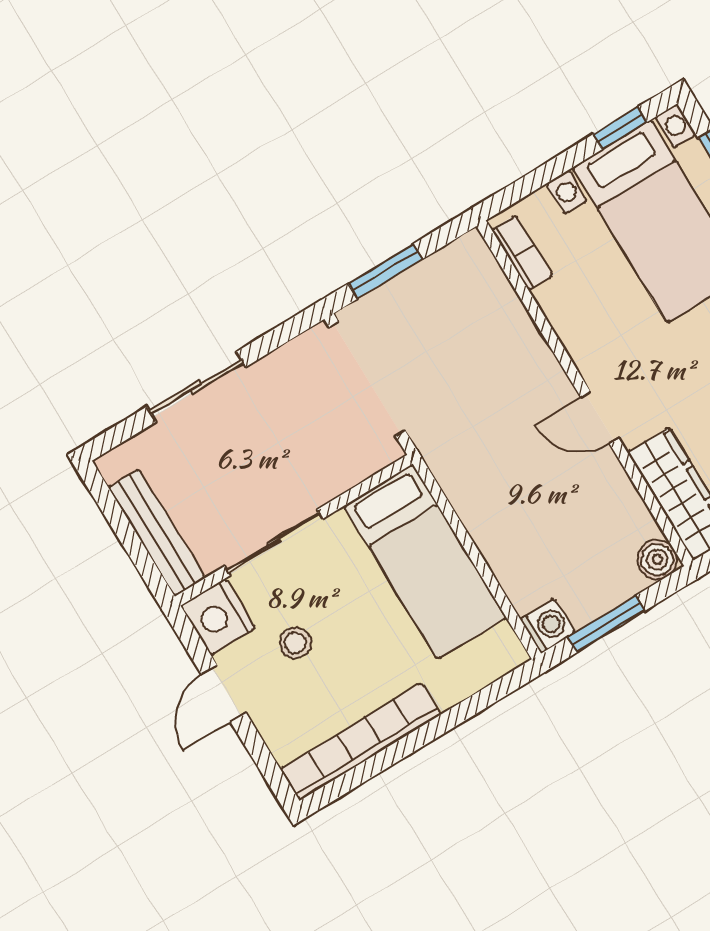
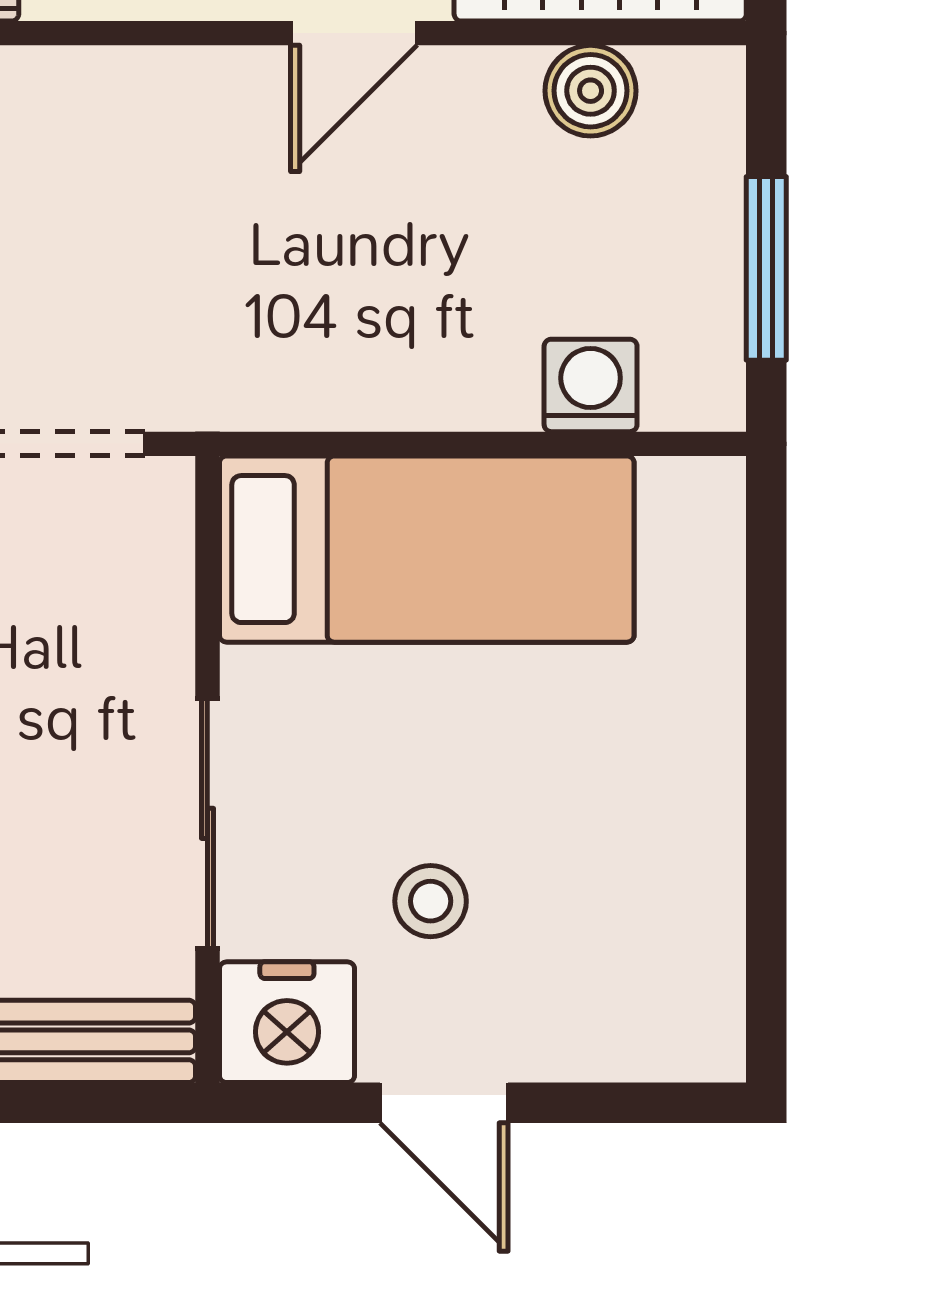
boiler: (657, 560) -> (591, 91), moved
washing machine: (548, 626) -> (591, 385), moved
bookcase: (361, 742) -> (703, 891), removed

